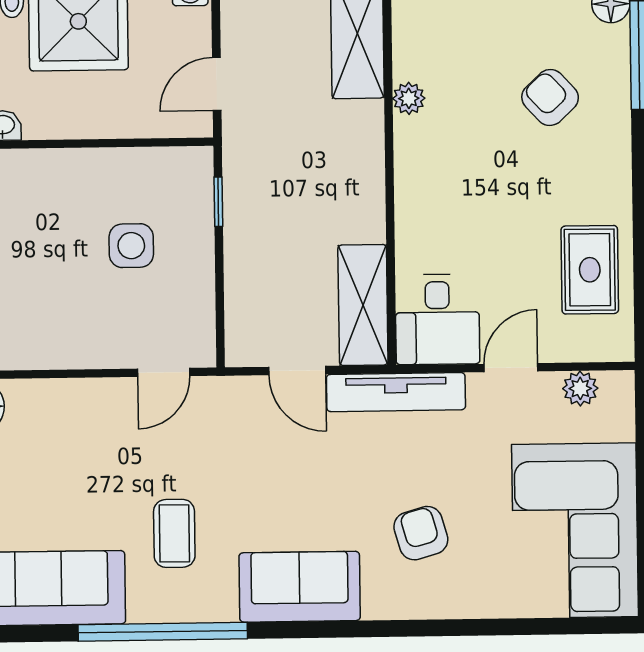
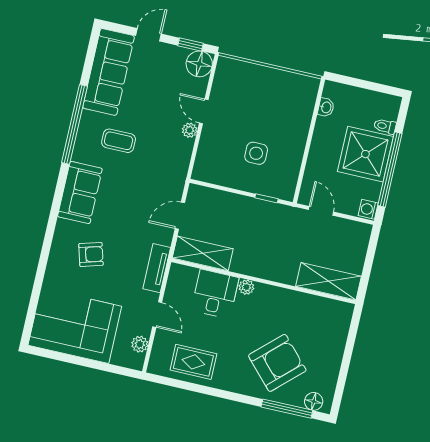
armchair: (550, 97) -> (277, 363), width x1.88, depth x1.88
plant: (409, 98) -> (246, 287), moved
desk: (437, 319) -> (215, 294), moved, turned 90
door: (164, 372) -> (204, 111), moved
tv unit: (396, 392) -> (157, 268), width x0.71
plant: (117, 393) -> (190, 130), added

